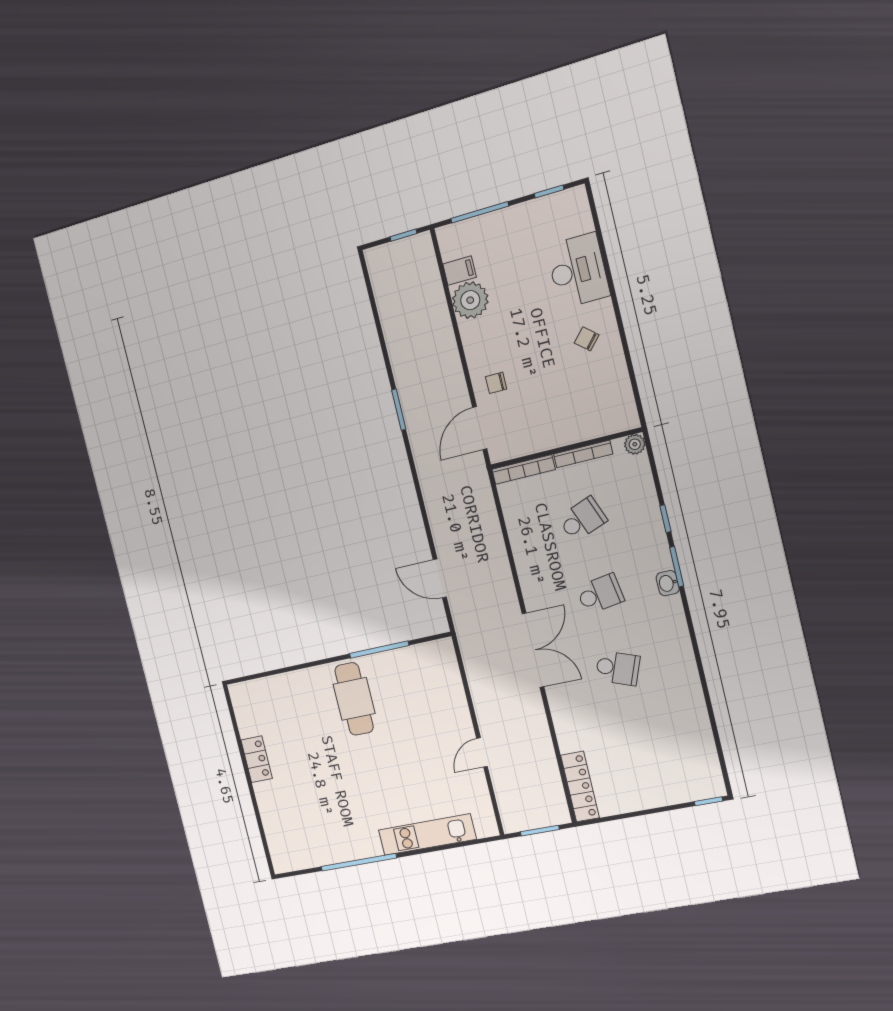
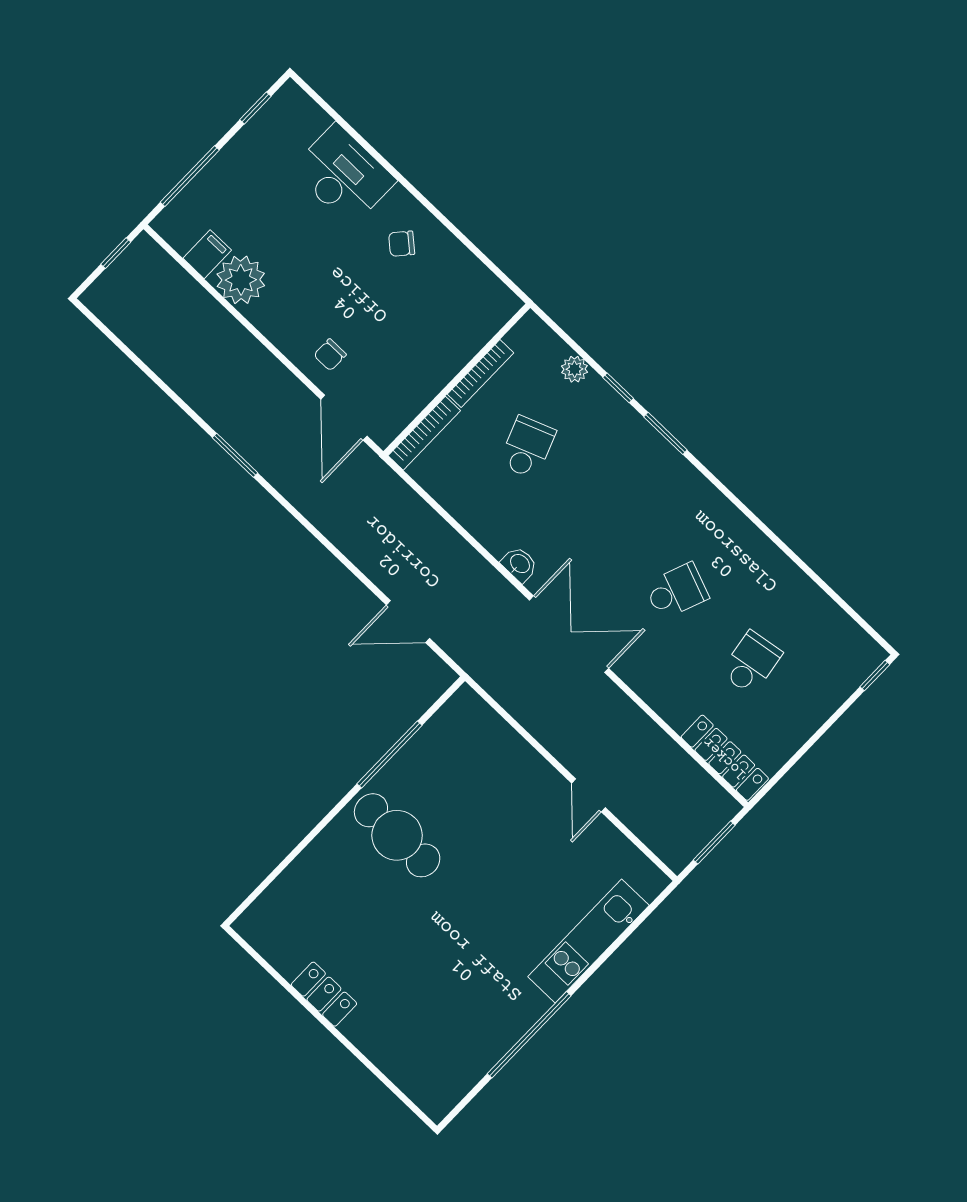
plant: (635, 444) -> (575, 369), moved
washbasin: (668, 583) -> (519, 564), moved, turned 180
school desk: (600, 594) -> (751, 663), moved

